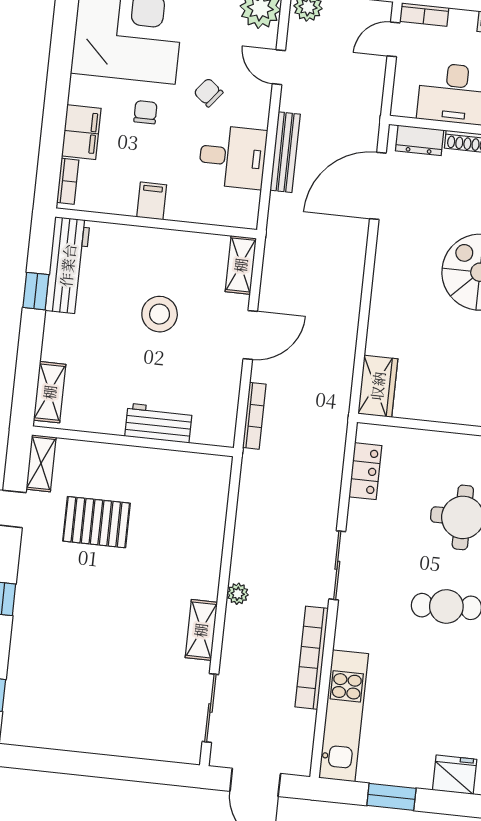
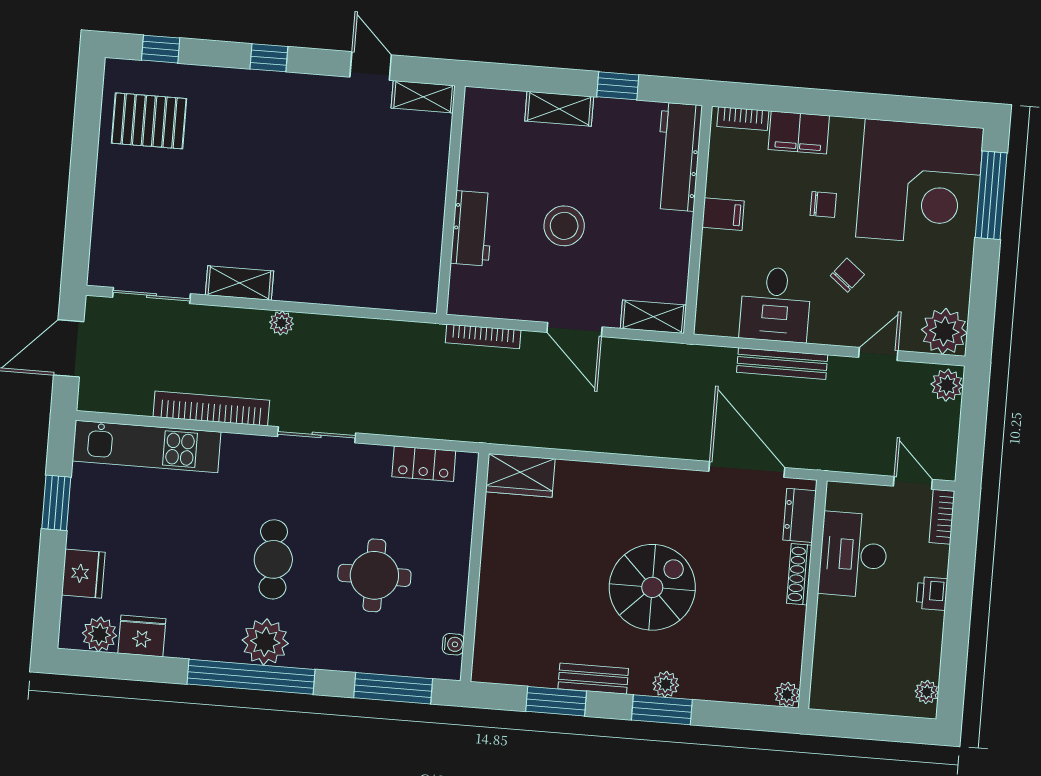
workbench: (68, 265) -> (678, 157), moved, turned 90
stool: (160, 314) -> (564, 226), moved
shelving: (50, 392) -> (559, 109), moved
pallet: (96, 522) -> (149, 121), moved, turned 90

